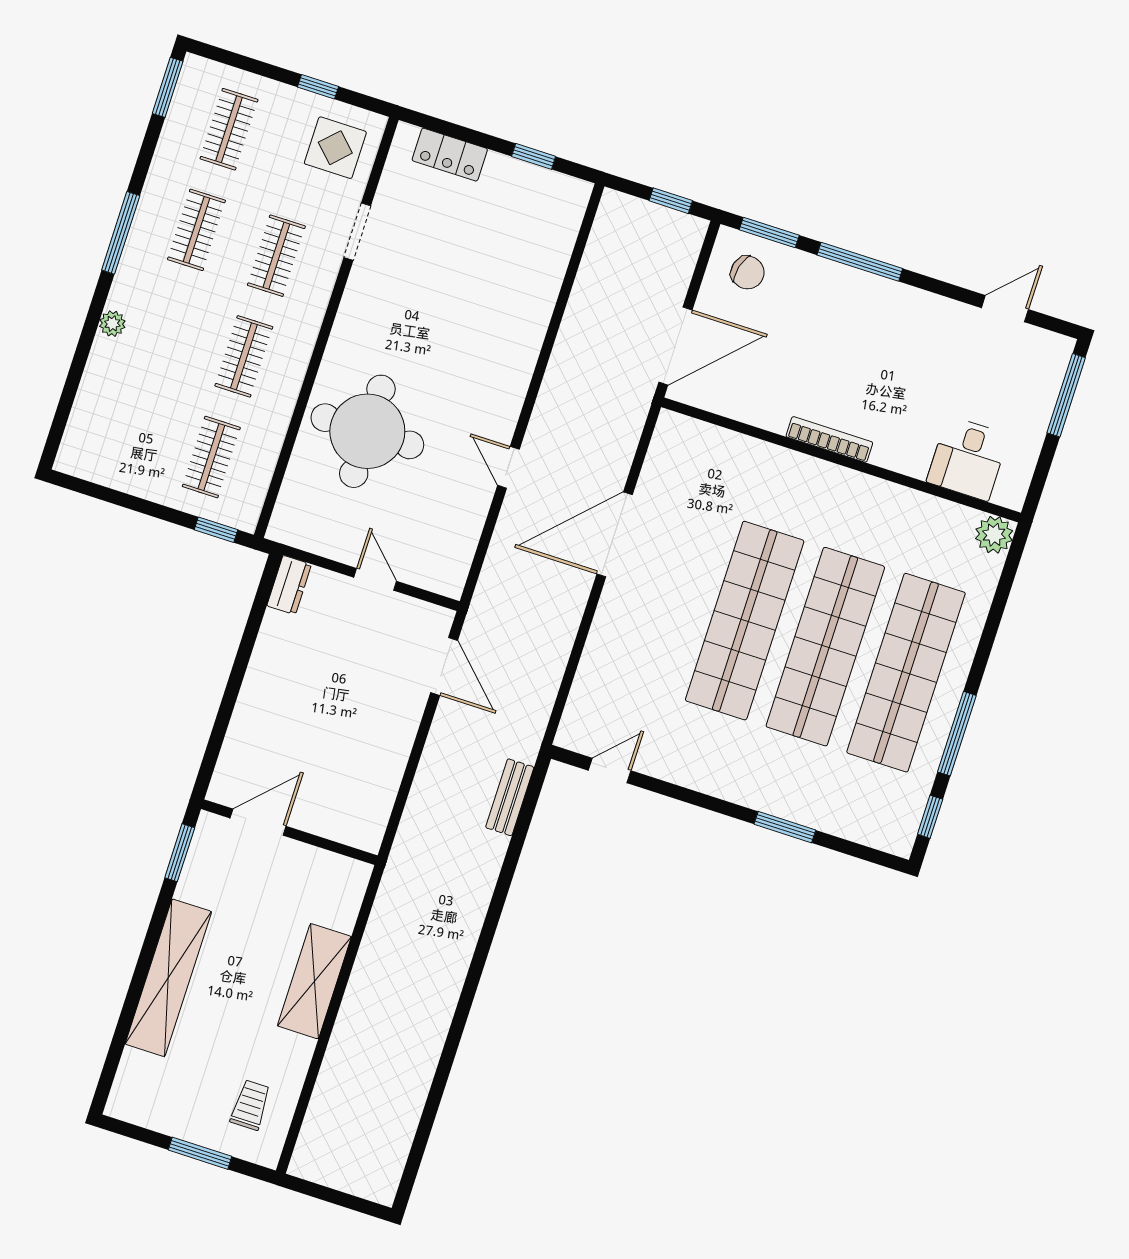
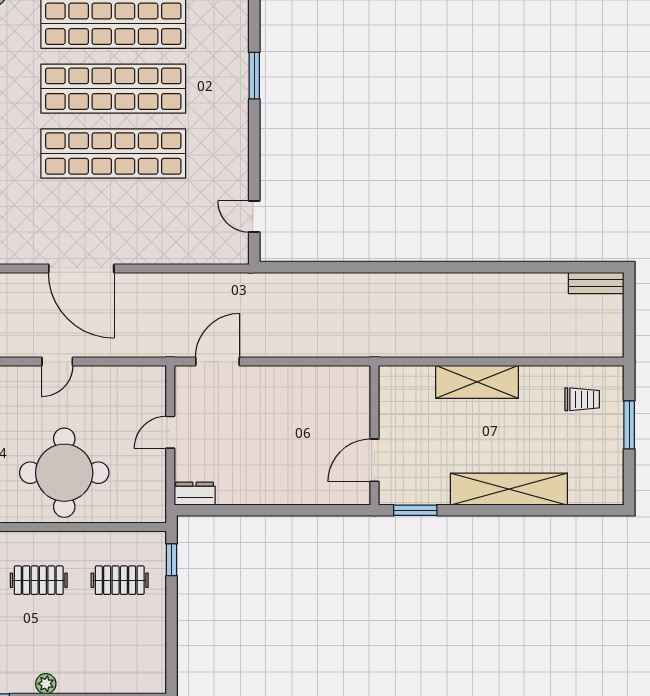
bench: (510, 797) -> (596, 283), moved
door: (258, 822) -> (374, 460), hinge flipped
trolley: (251, 1105) -> (582, 399), turned 180

